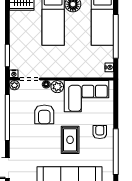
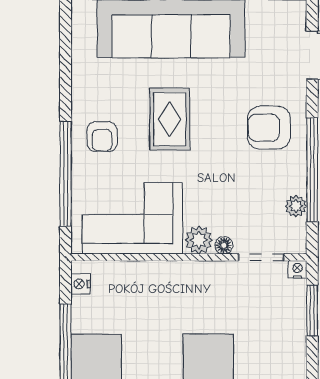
plant: (14, 85) -> (296, 206), moved
armchair: (44, 114) -> (269, 128), moved, turned -90
window: (116, 152) -> (66, 174), moved

